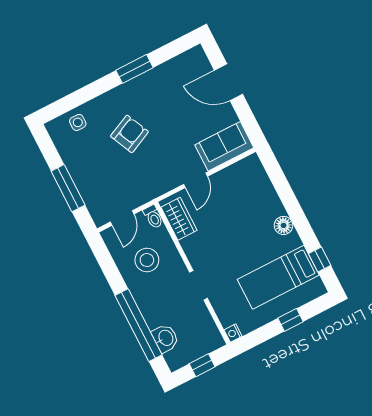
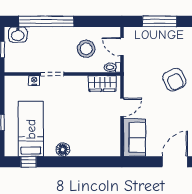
door: (196, 180) -> (122, 107), swing flipped
nightstand: (233, 333) -> (34, 80), moved
washbasin: (165, 338) -> (18, 35), moved

